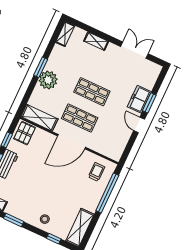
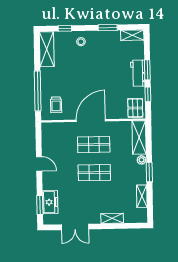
shelving: (65, 34) -> (142, 196), moved
plant: (48, 80) -> (141, 160), width x0.53, depth x0.53
freezer: (139, 99) -> (50, 202), moved
window: (149, 103) -> (40, 205), moved
shelving: (39, 118) -> (139, 137), moved, turned 90

